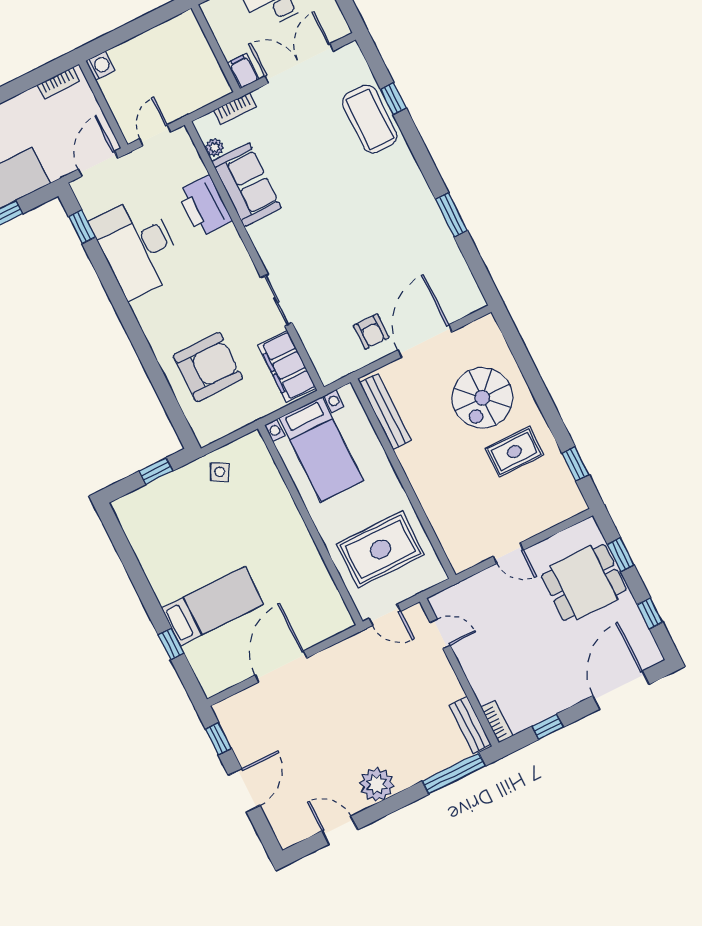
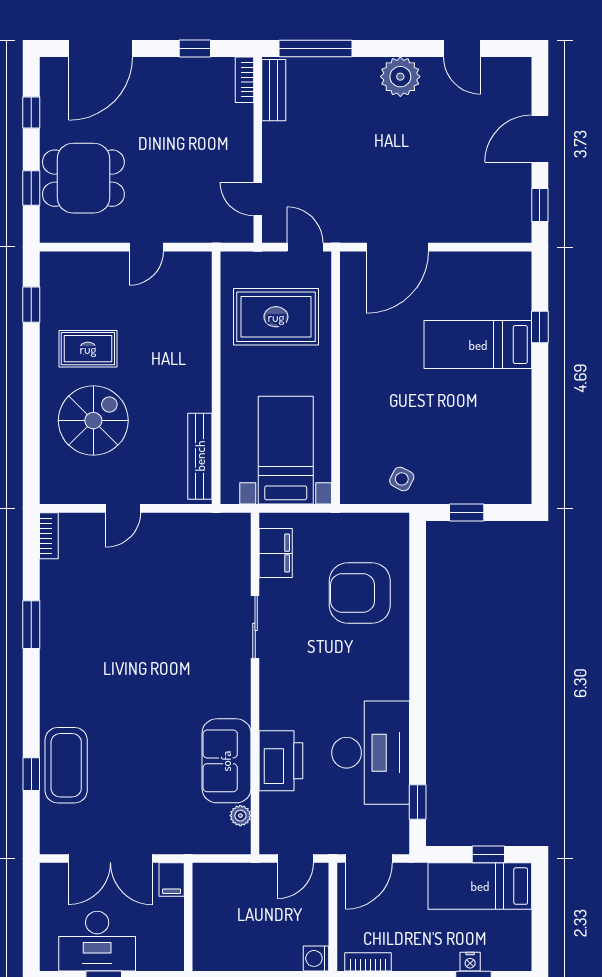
bookcase: (235, 109) -> (49, 536), moved, turned 90
armchair: (371, 332) -> (174, 546), removed
door: (425, 341) -> (123, 508), width x0.53
filing cabinet: (287, 366) -> (276, 553), width x0.67, depth x0.86
door: (508, 553) -> (146, 247), swing flipped
door: (281, 667) -> (397, 247), moved

